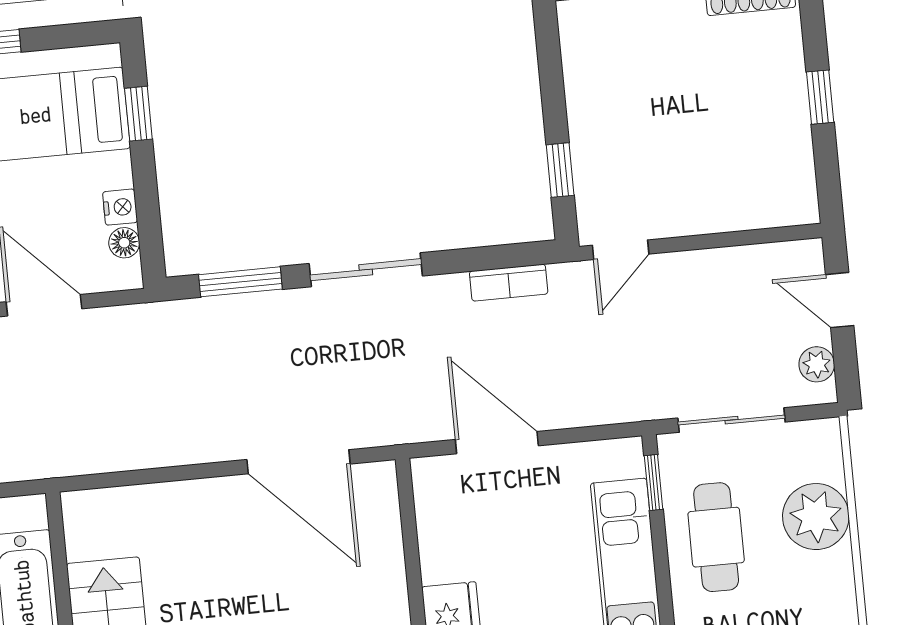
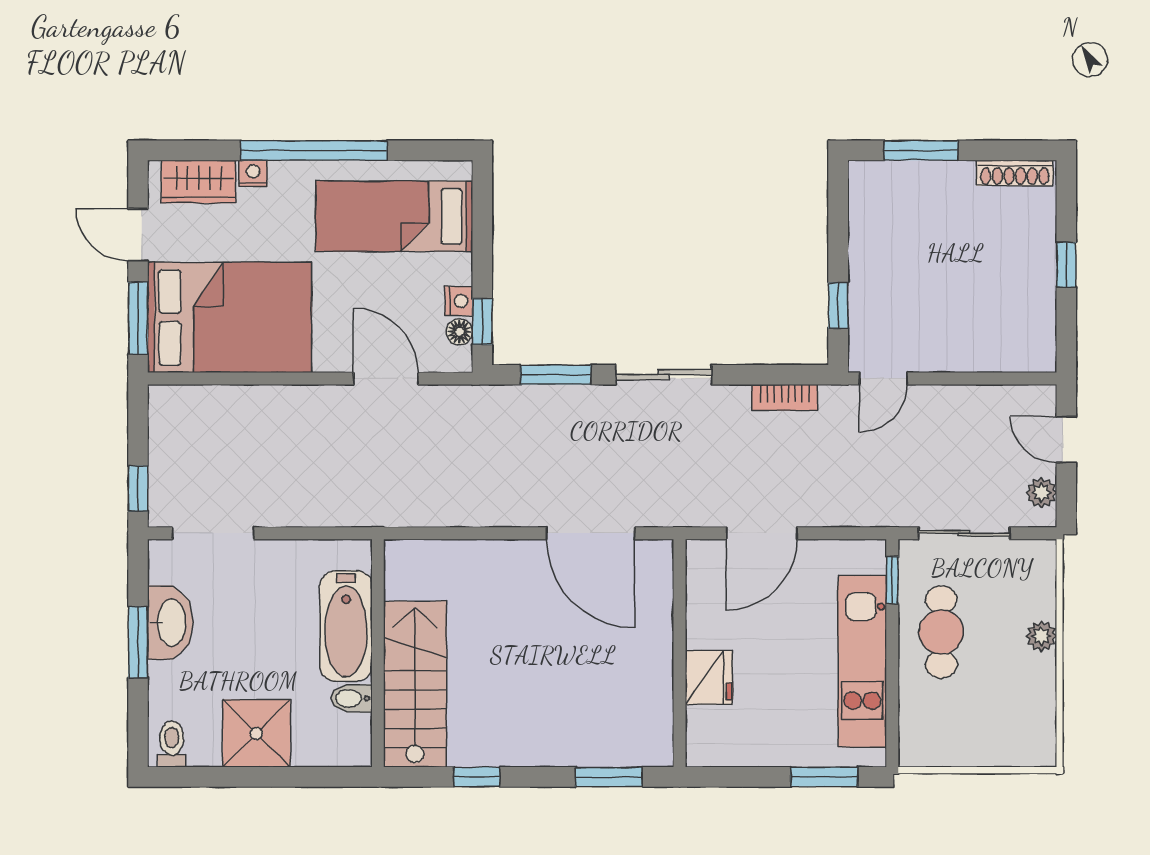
window: (138, 114) -> (482, 321), moved
door: (497, 443) -> (762, 533), swing flipped
plant: (816, 517) -> (1041, 636), width x0.53, depth x0.53

